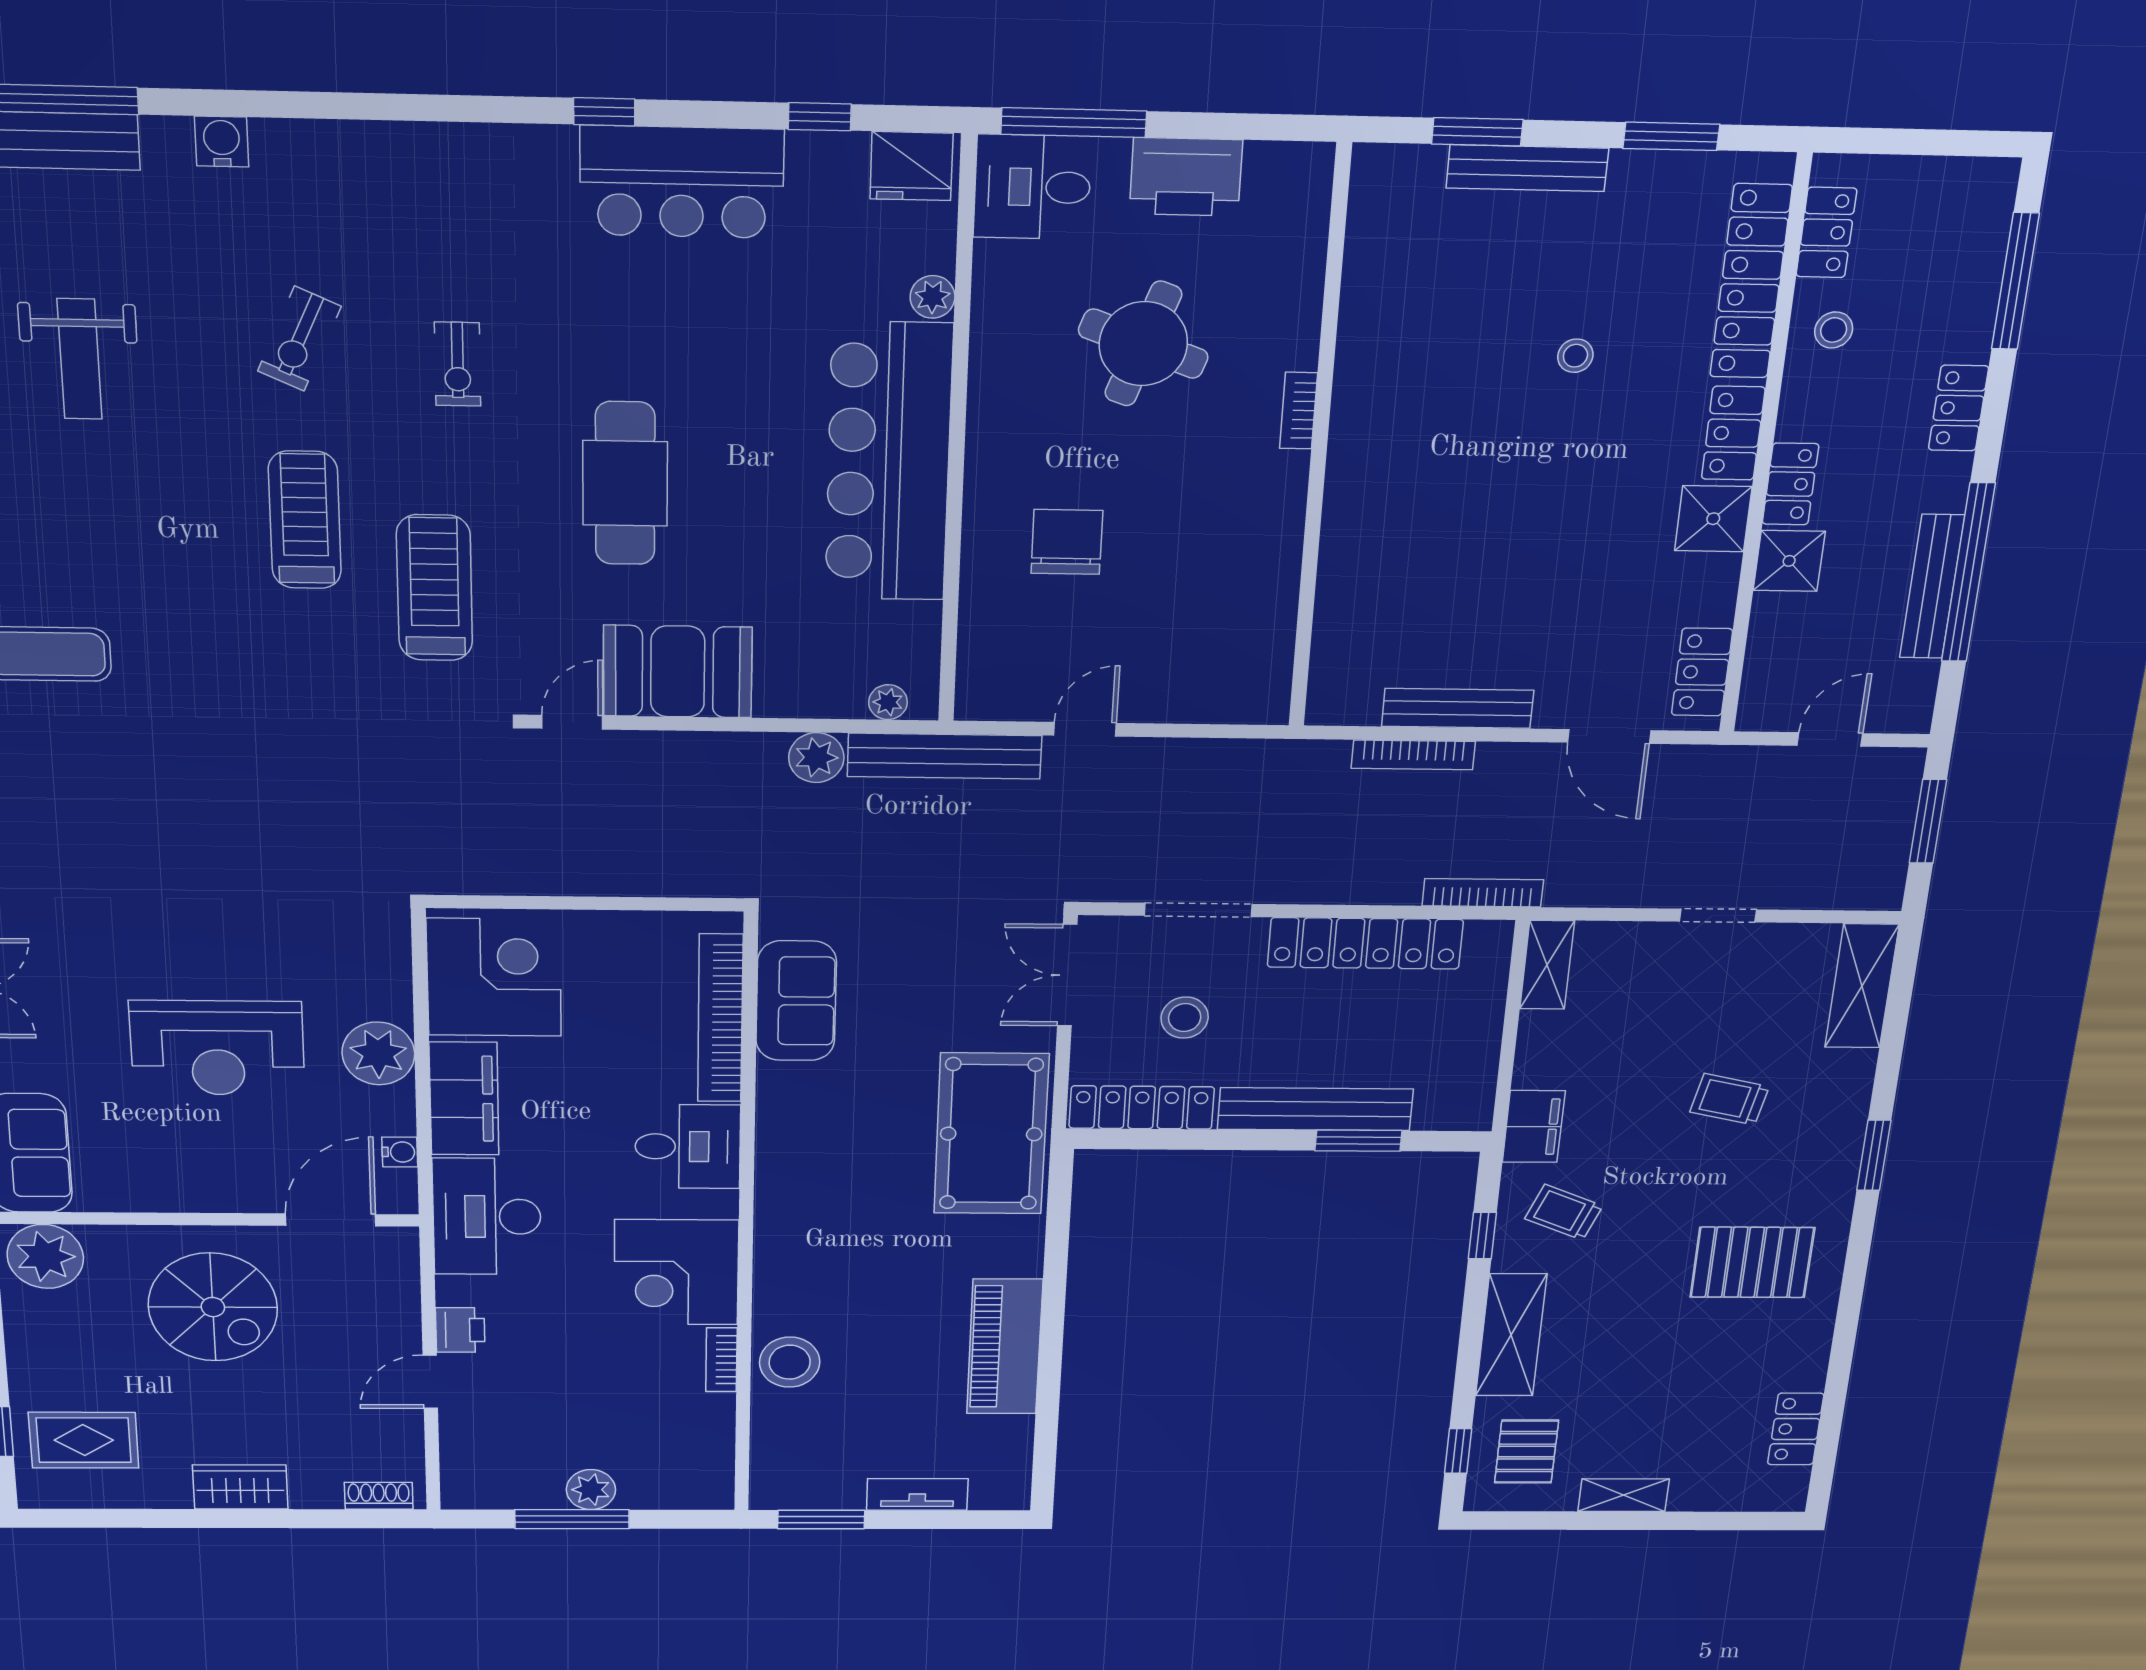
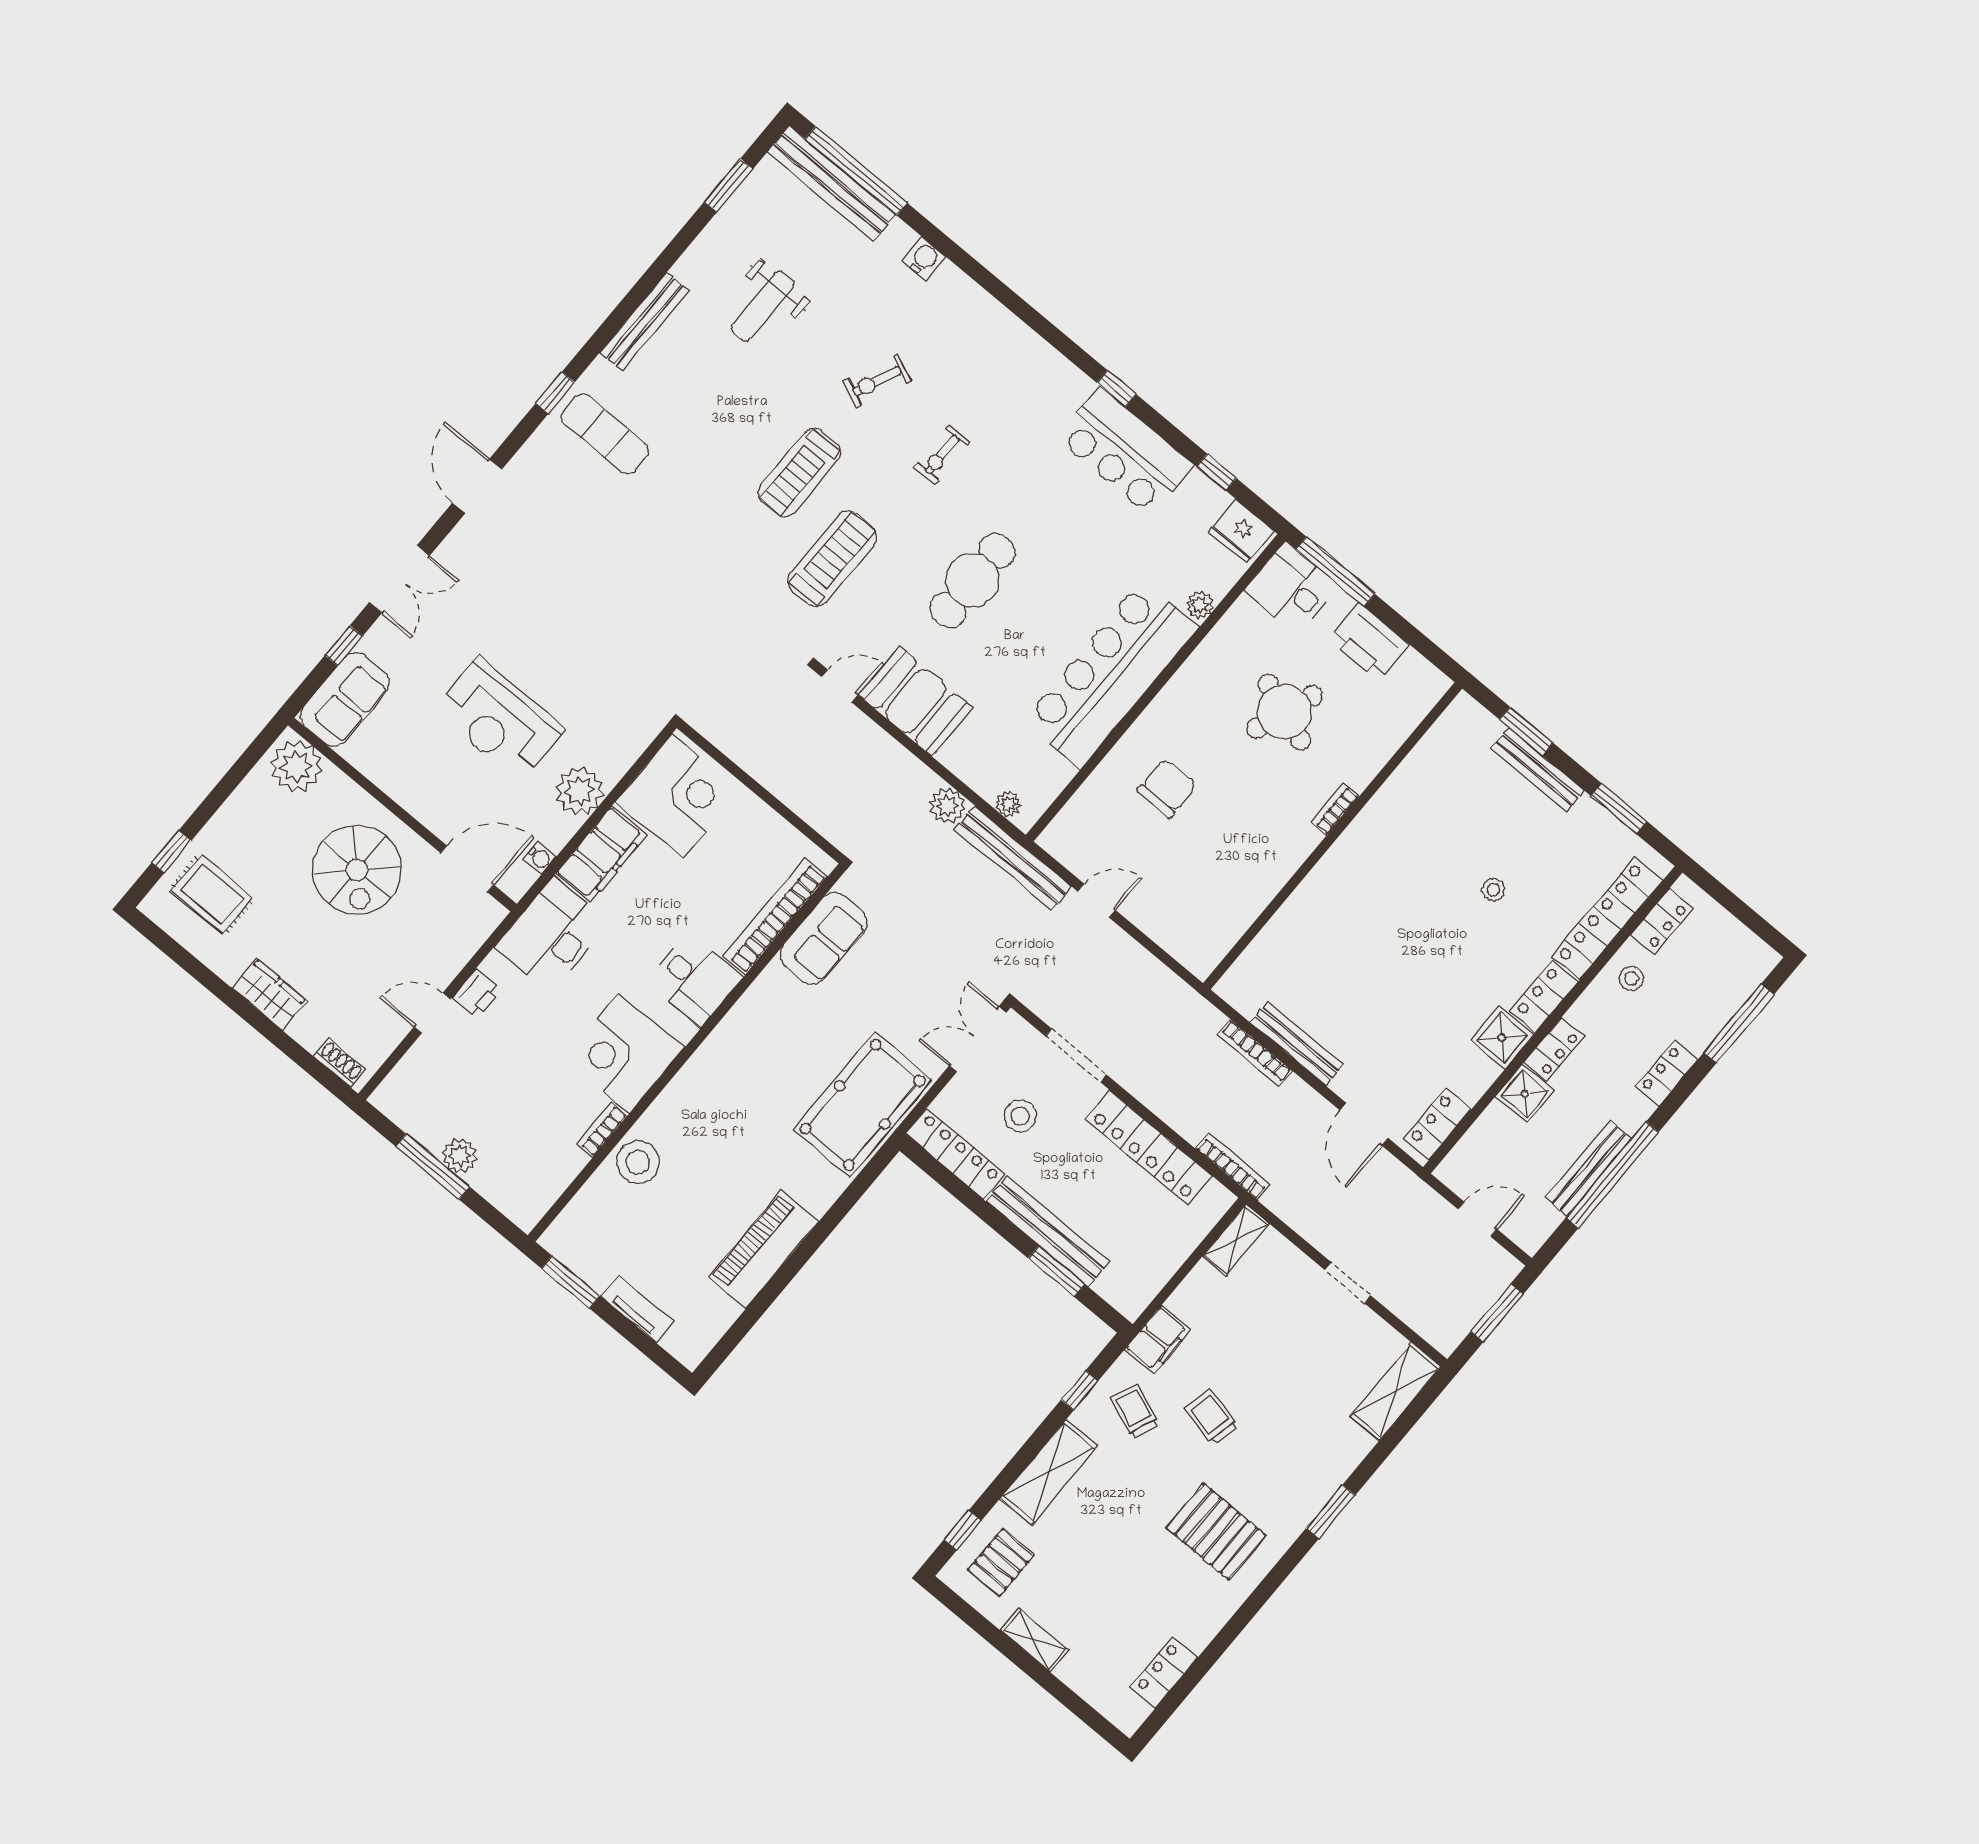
treadmill: (305, 520) -> (799, 472), turned 180
trolley: (1729, 1099) -> (1212, 1417), moved

